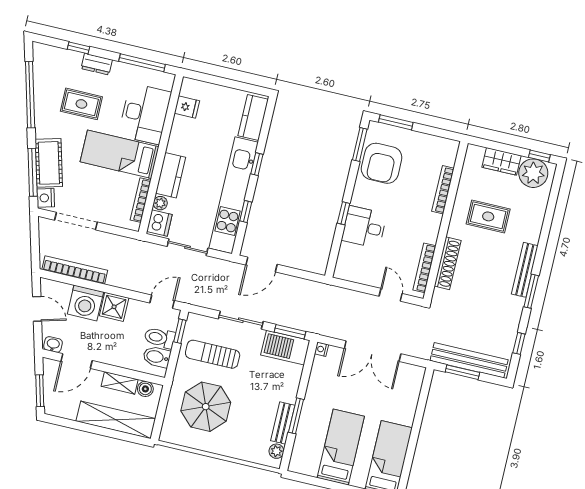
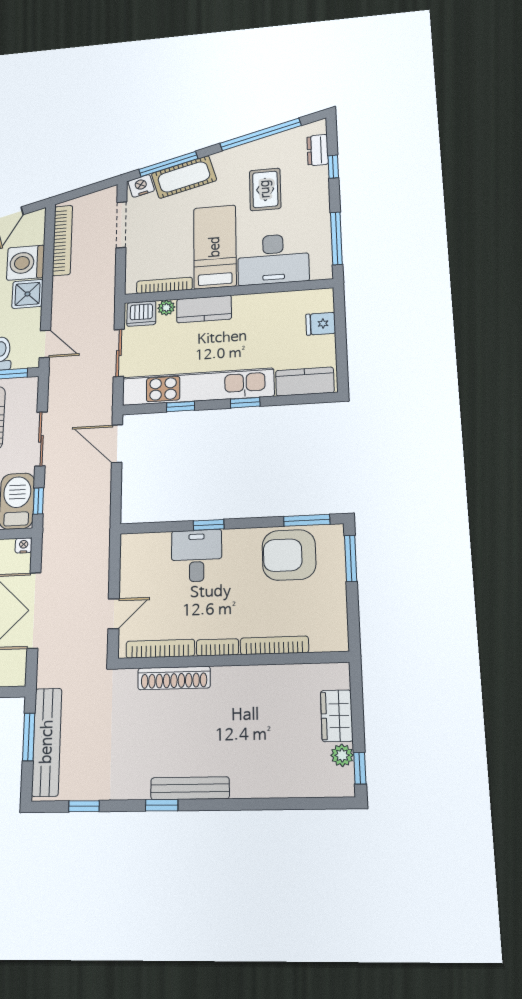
dresser: (97, 64) -> (318, 150), moved
fridge: (187, 107) -> (321, 324), moved, turned 90
plant: (533, 173) -> (342, 755), width x0.53, depth x0.53
rug: (488, 216) -> (253, 717), removed
bookcase: (434, 229) -> (217, 647), added
window: (531, 291) -> (162, 805), width x0.67
window: (290, 332) -> (38, 501), width x0.67

